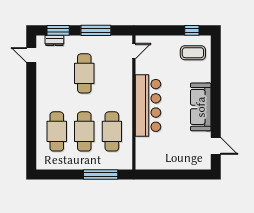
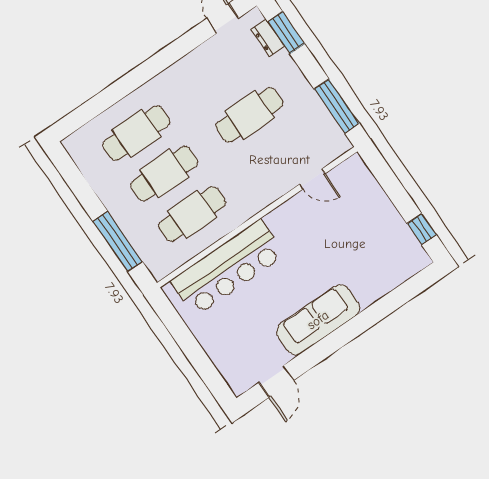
window: (96, 30) -> (337, 106), moved
door: (134, 51) -> (312, 179), moved
coffee table: (193, 53) -> (390, 253), removed
bar counter: (148, 105) -> (228, 268), moved

